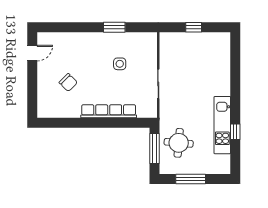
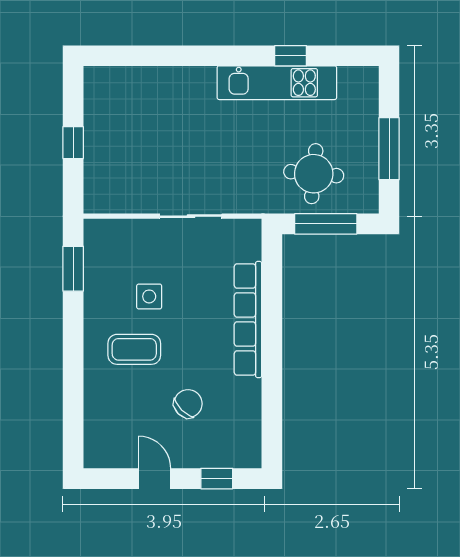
window: (114, 27) -> (73, 269), moved
door: (32, 53) -> (154, 479), moved
coffee table: (94, 57) -> (134, 349), added
window: (32, 96) -> (217, 479), added

